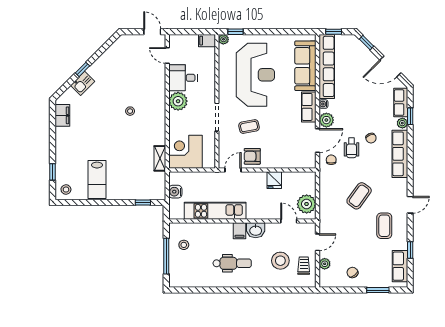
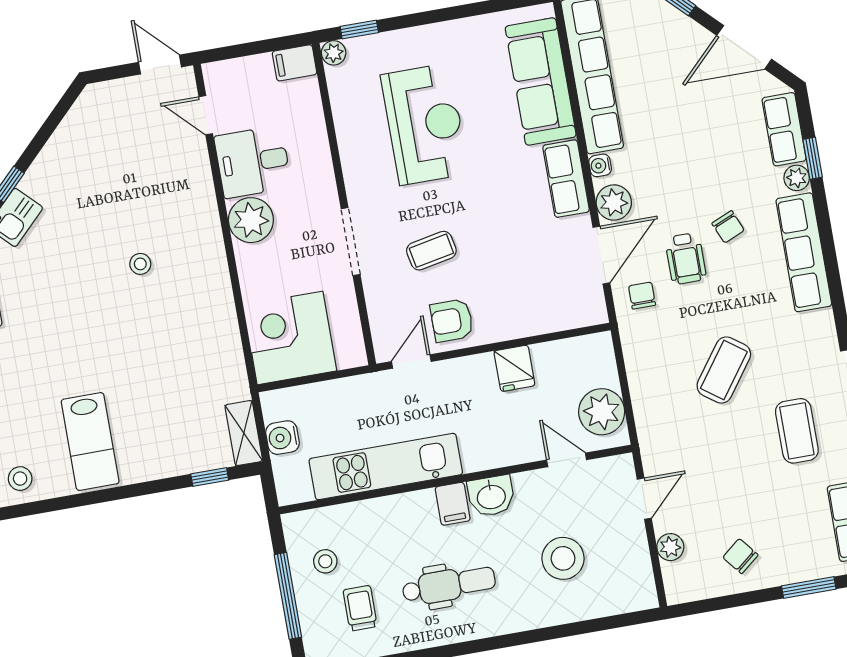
reception desk: (255, 75) -> (425, 124), width x0.74, depth x0.77
shelving: (160, 158) -> (244, 433), moved
trolley: (304, 266) -> (360, 608), moved

